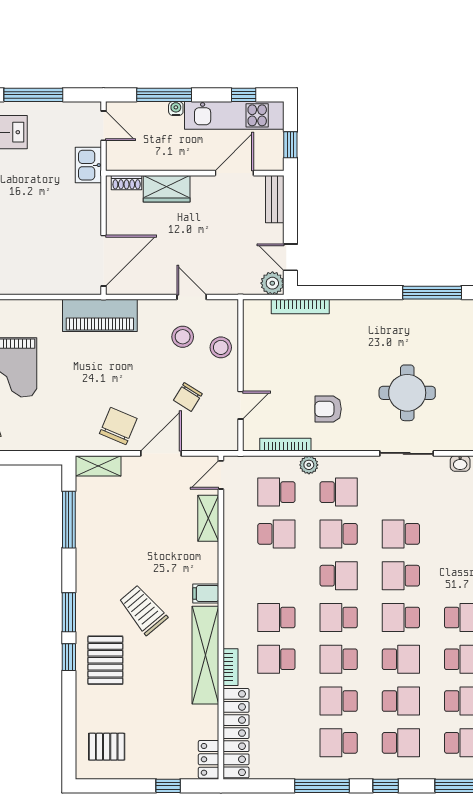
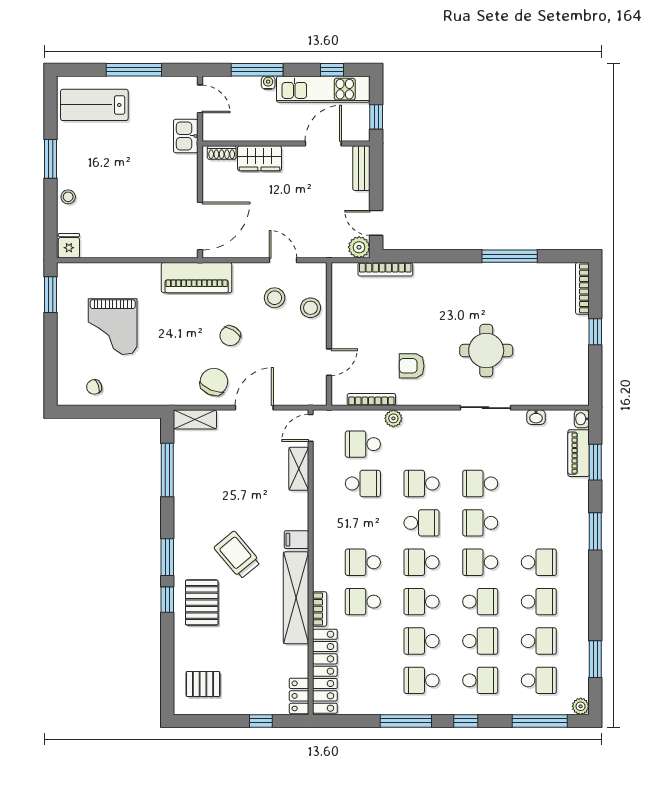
chair: (188, 397) -> (230, 336), moved
school desk: (339, 492) -> (422, 444), removed

